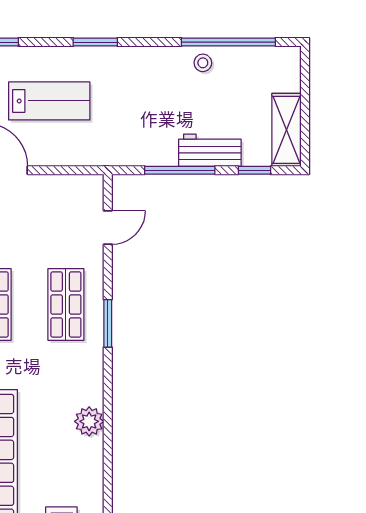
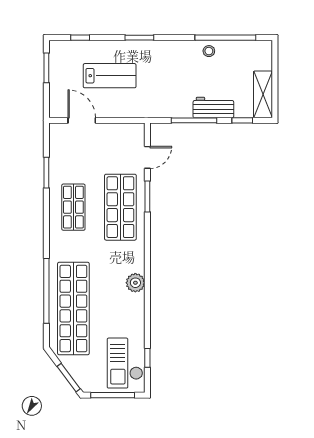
shop shelf: (66, 304) -> (120, 207), width x1.43, depth x1.36
window: (108, 323) -> (147, 196), moved

